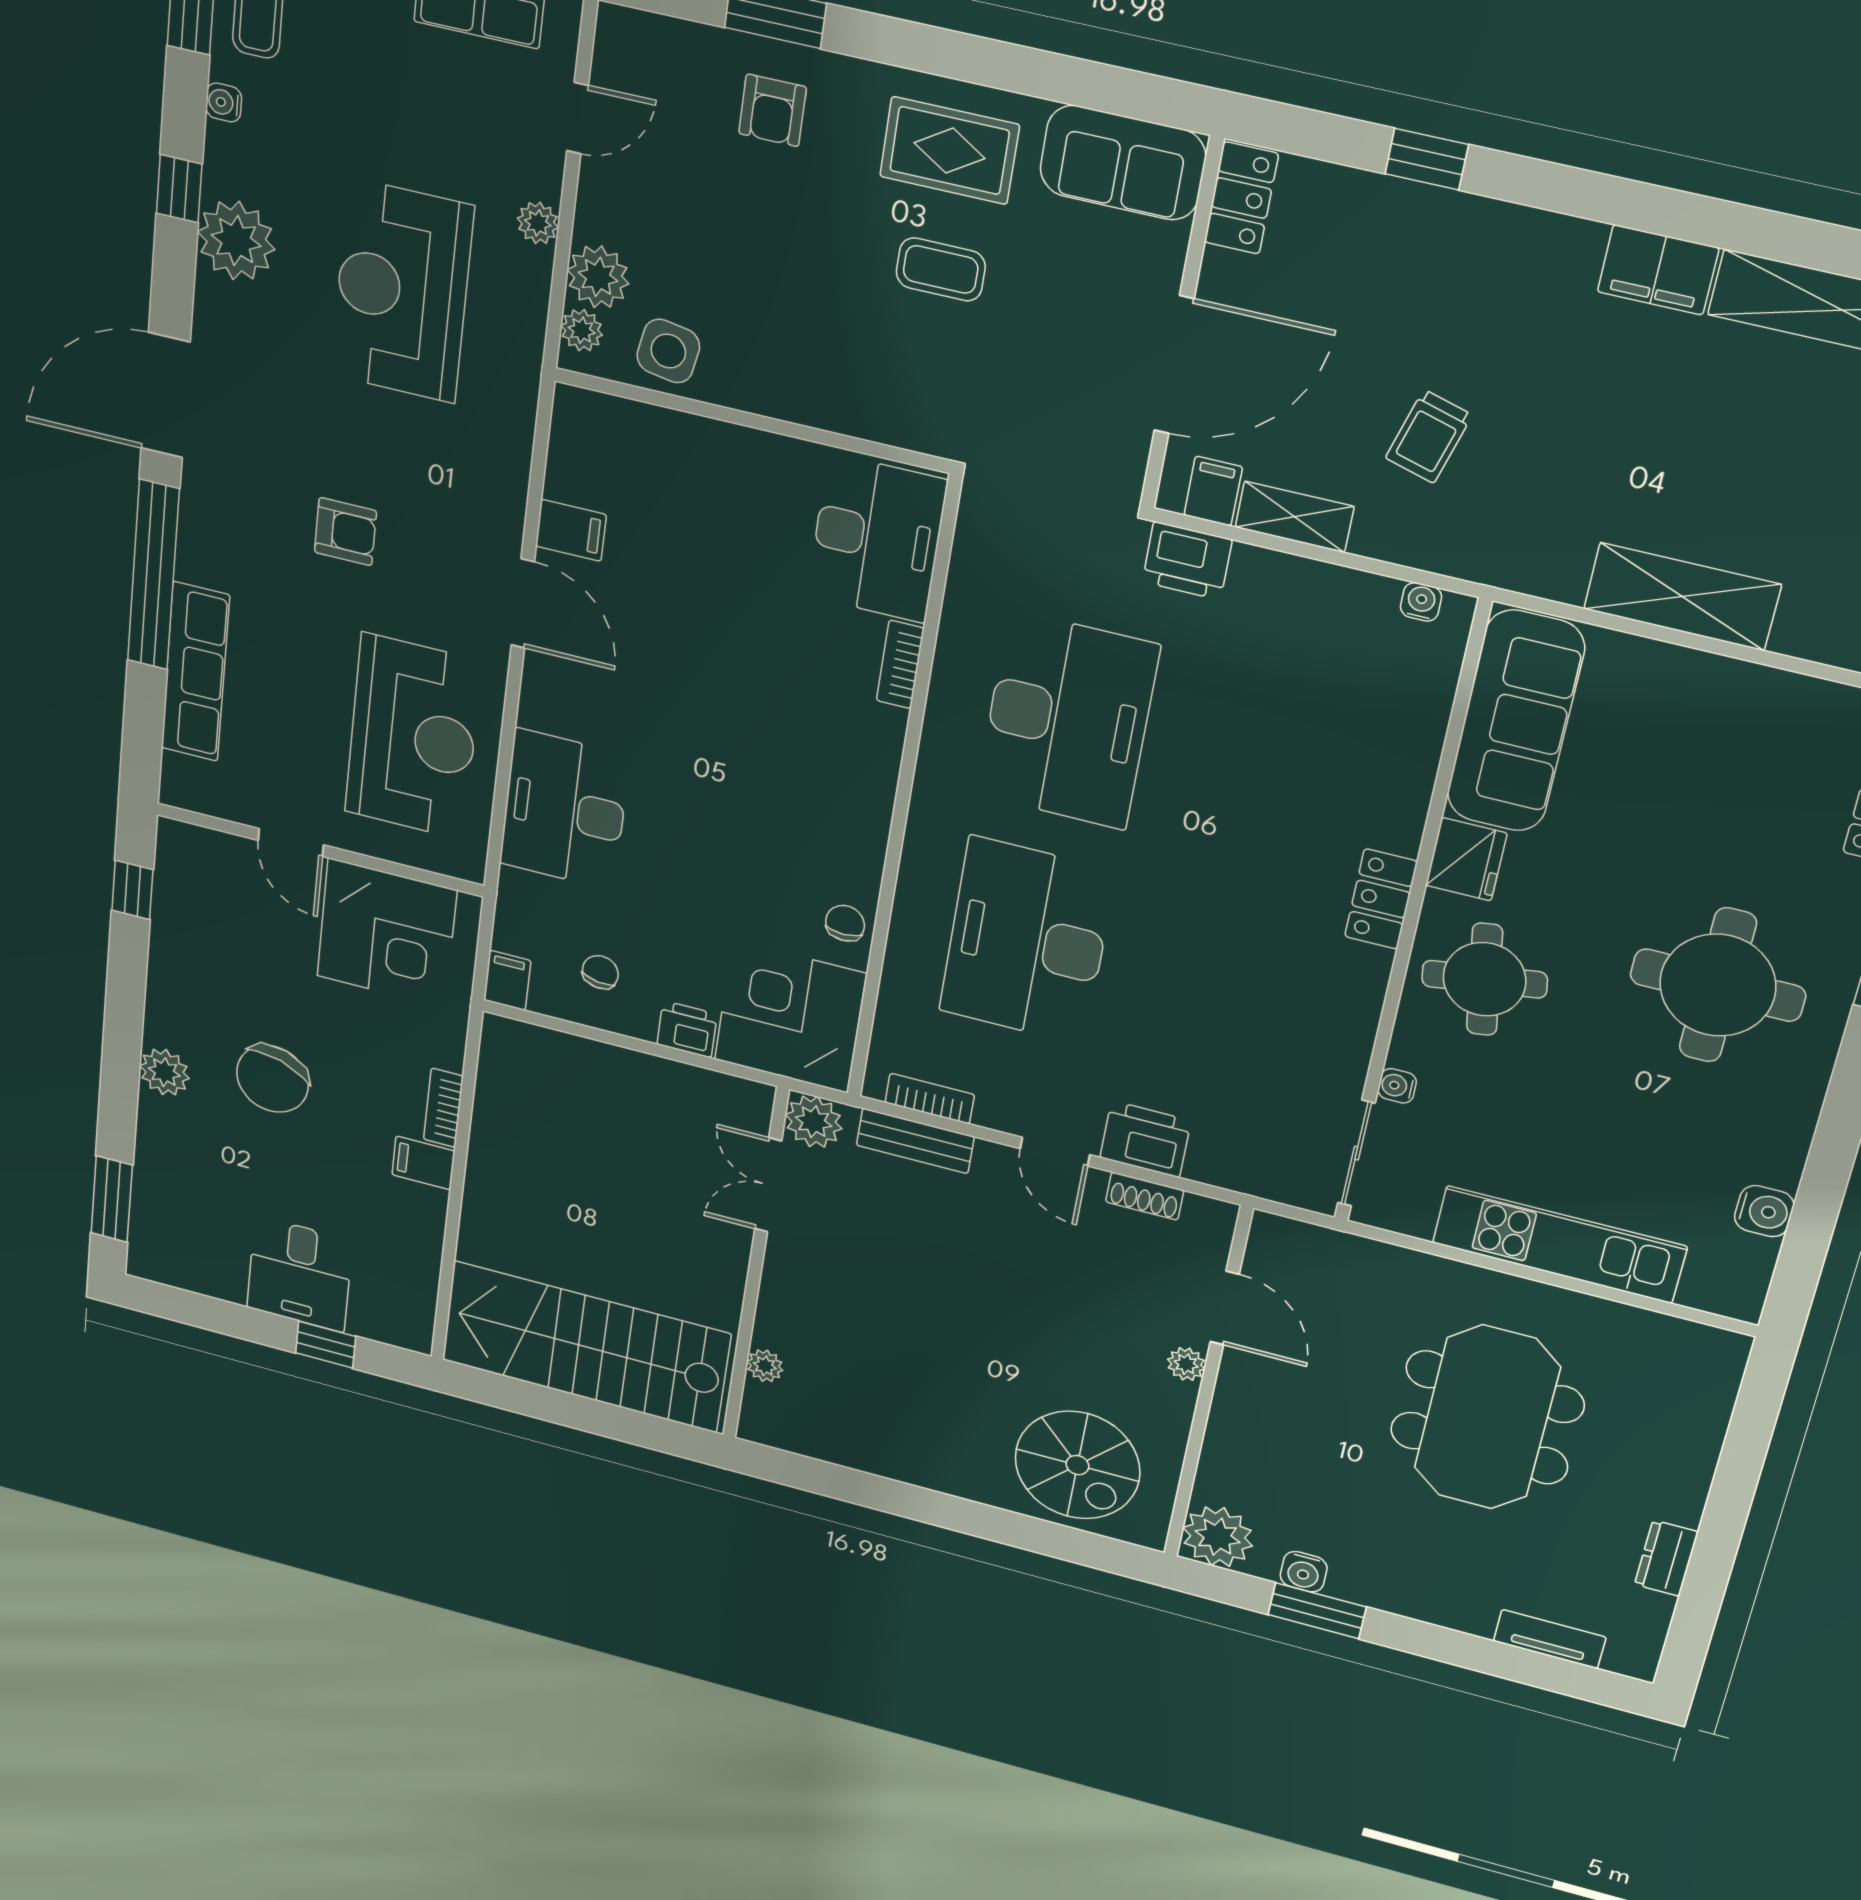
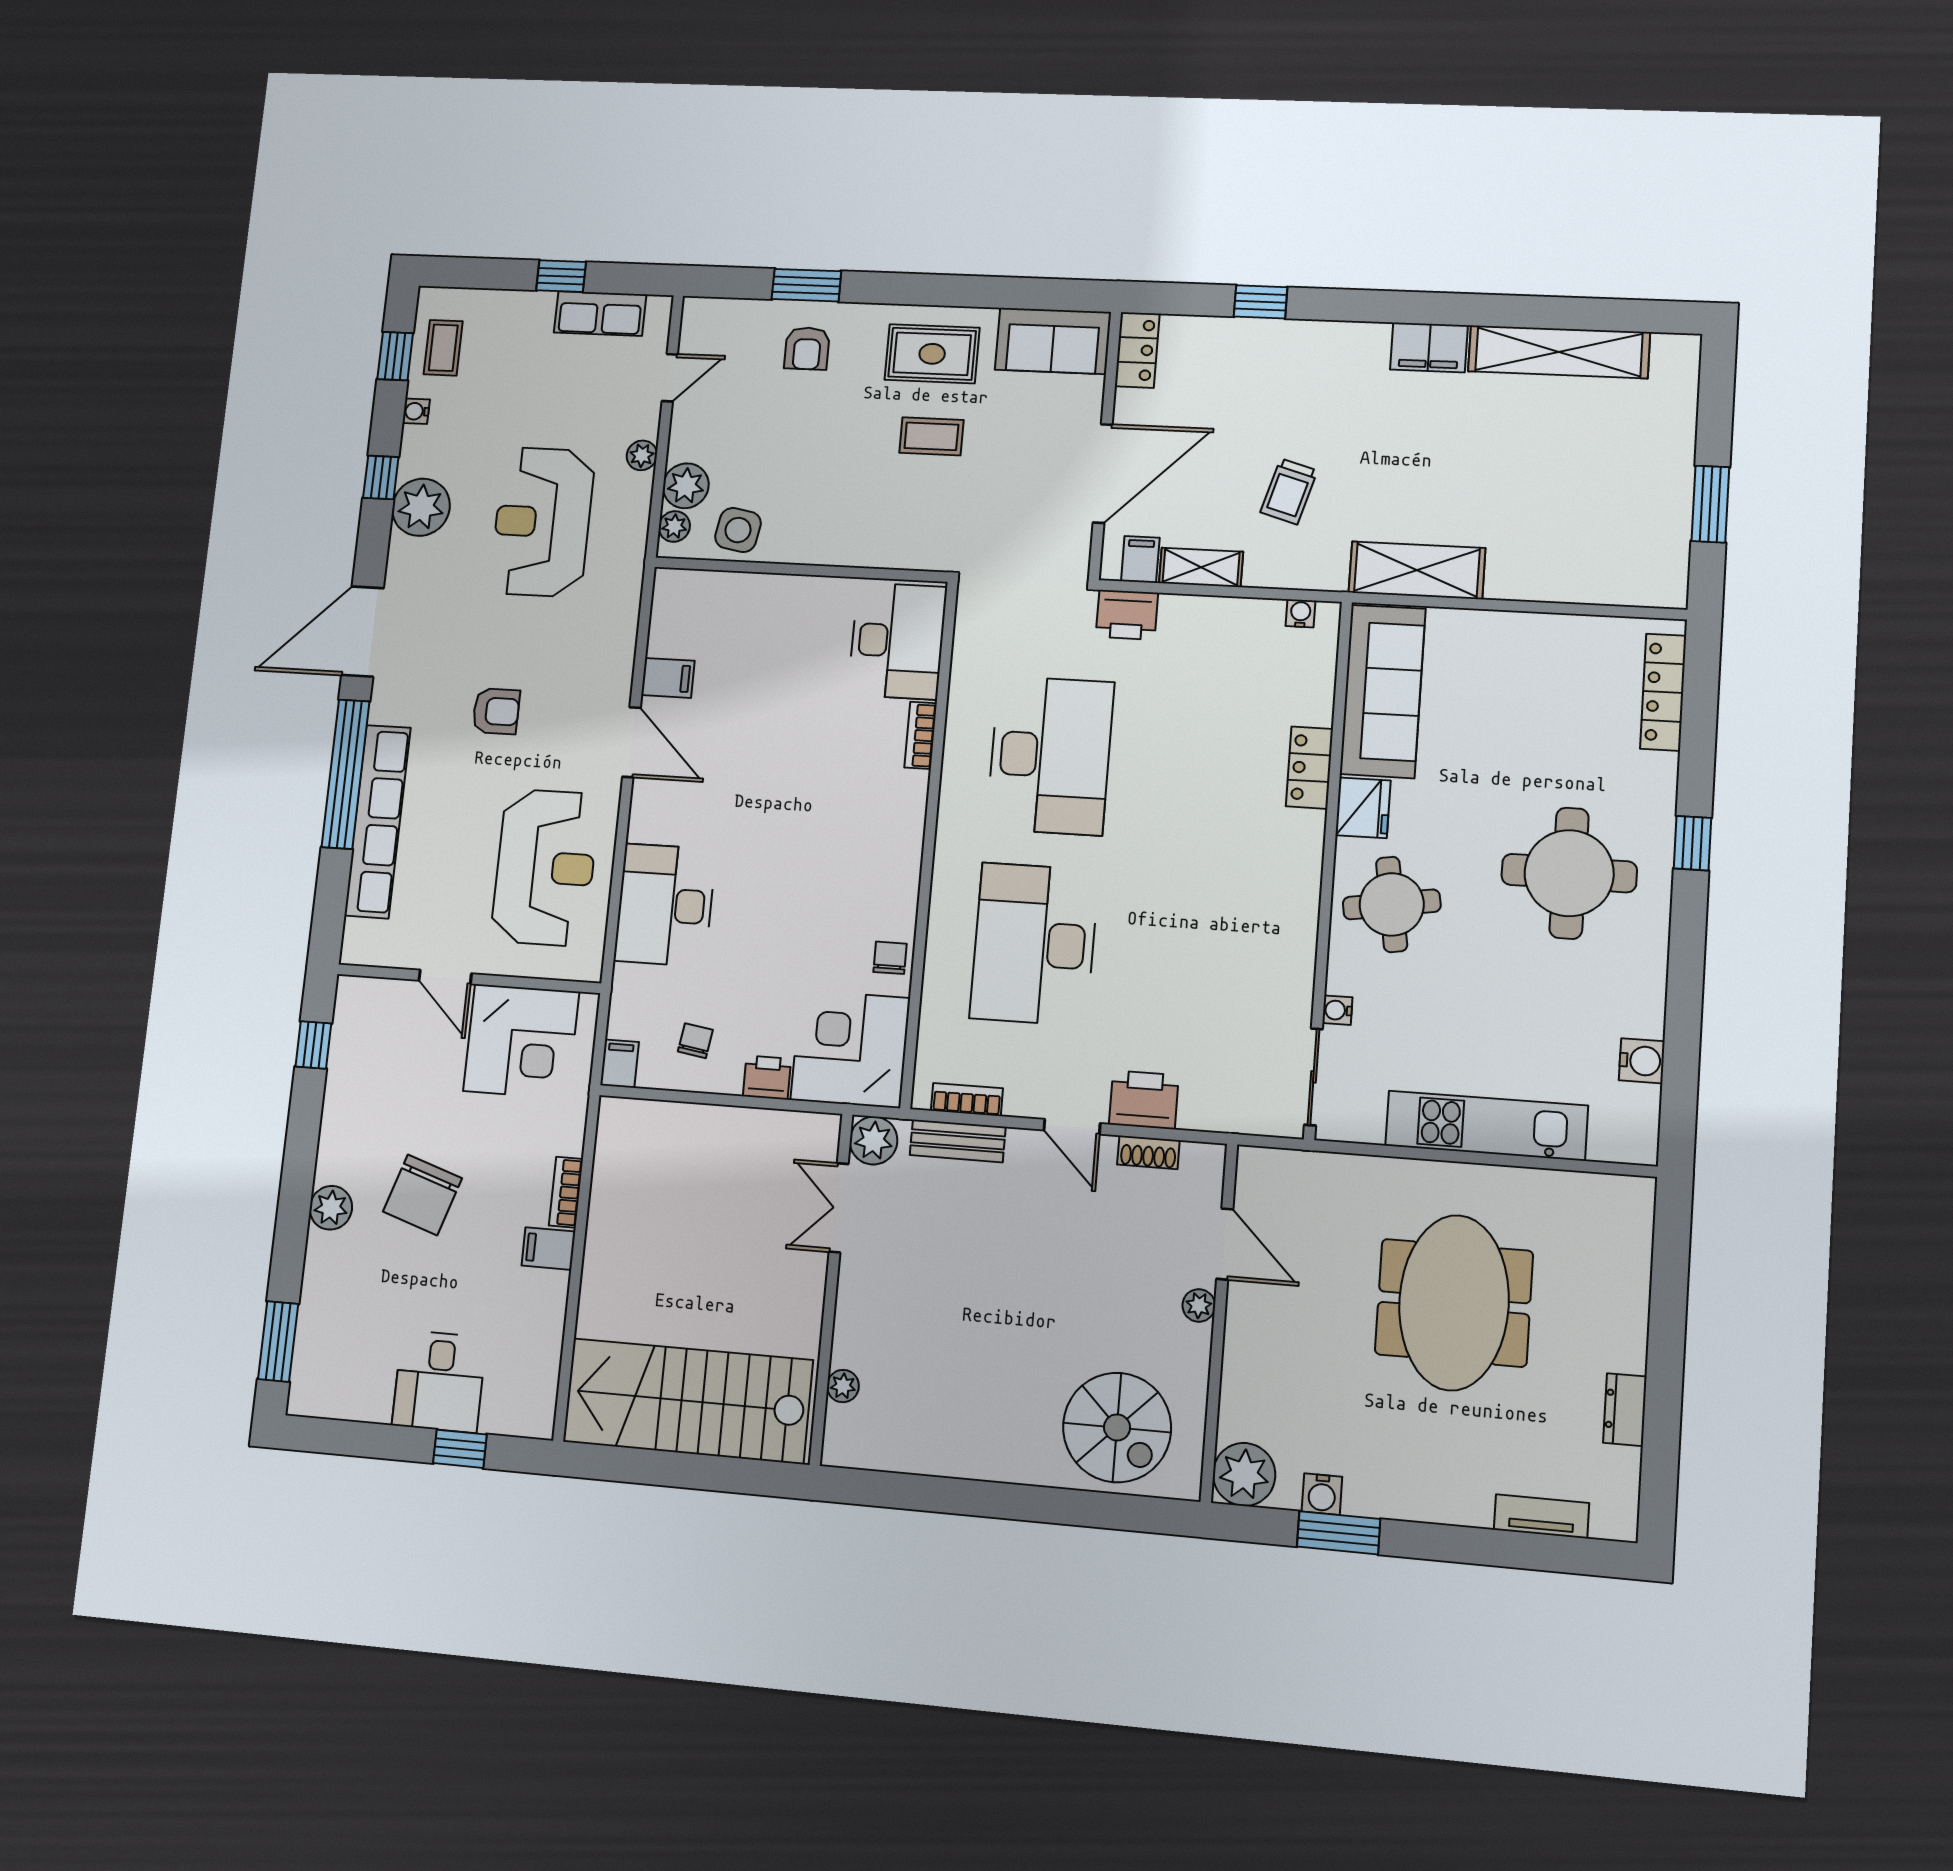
shelving: (1682, 597) -> (1417, 570), moved
row of seats: (195, 672) -> (378, 821), width x1.36
locker: (1381, 899) -> (1309, 768), moved

